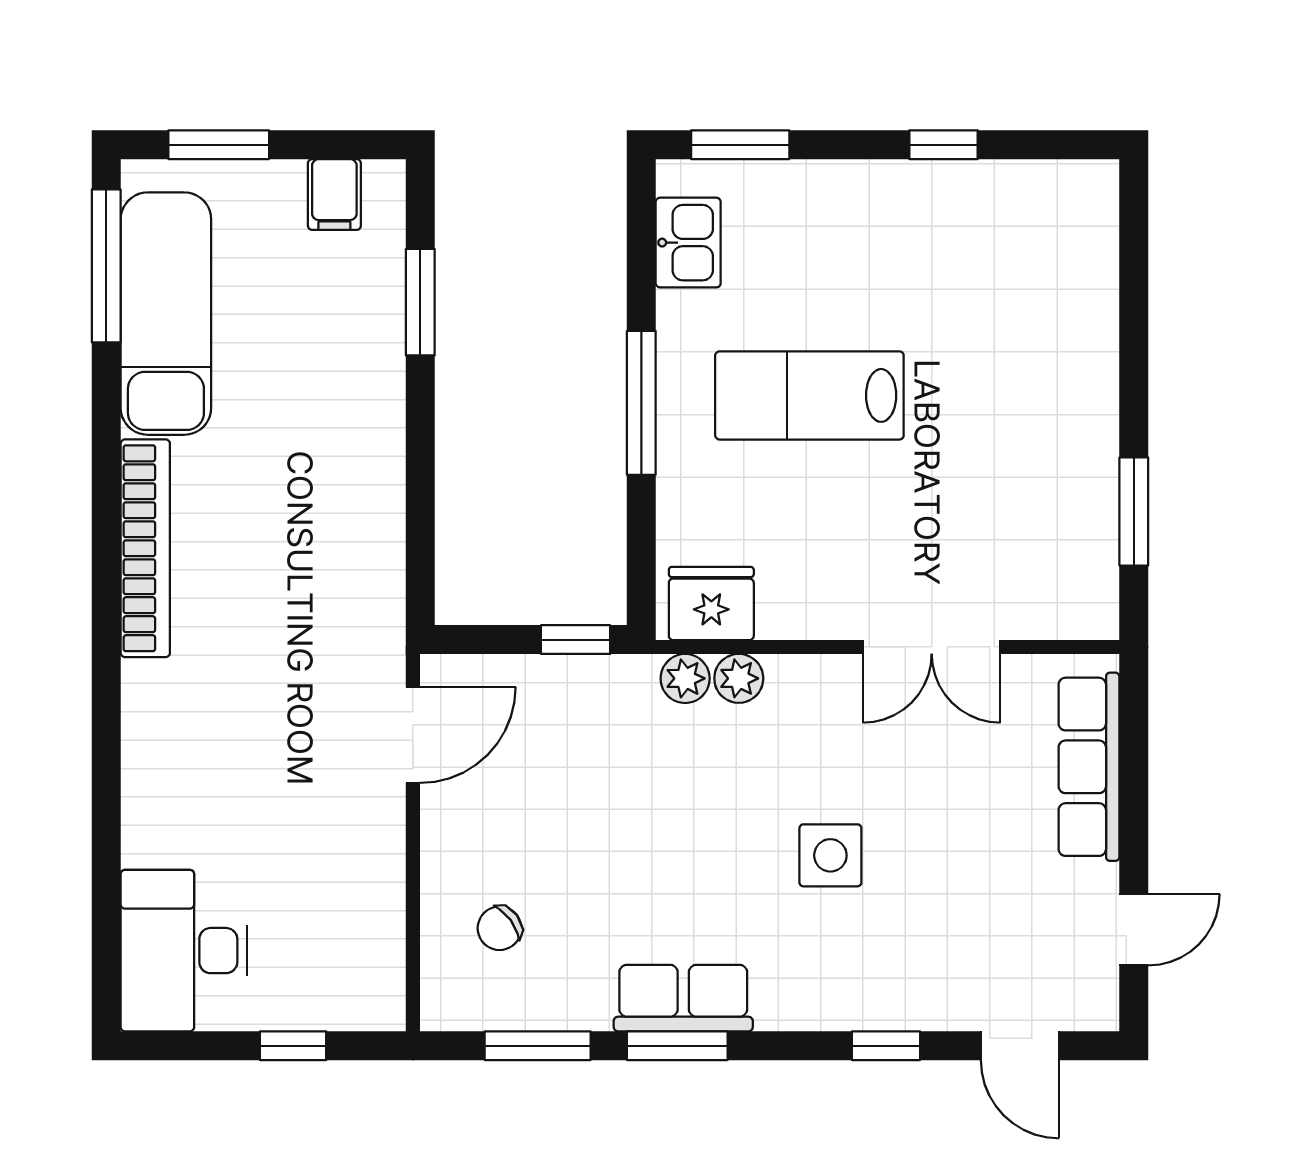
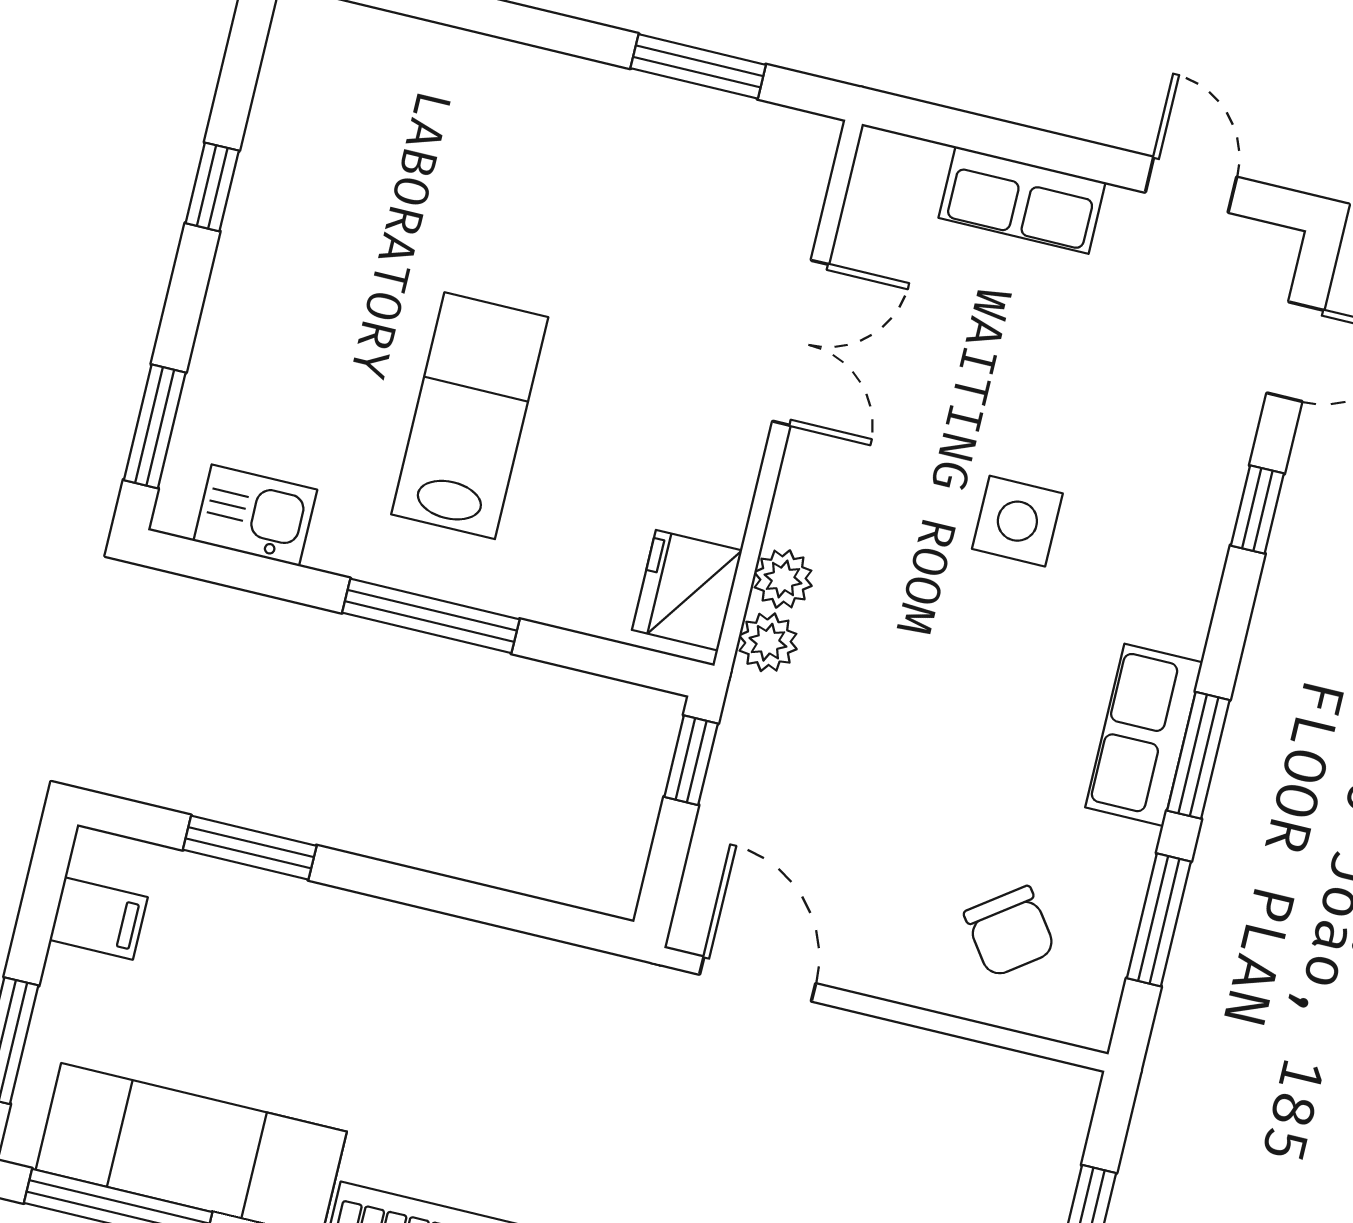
lab bench: (809, 395) -> (470, 416), turned 180
row of seats: (1089, 767) -> (1022, 200), width x0.68
chair: (499, 928) -> (1010, 932), width x1.37, depth x1.37

